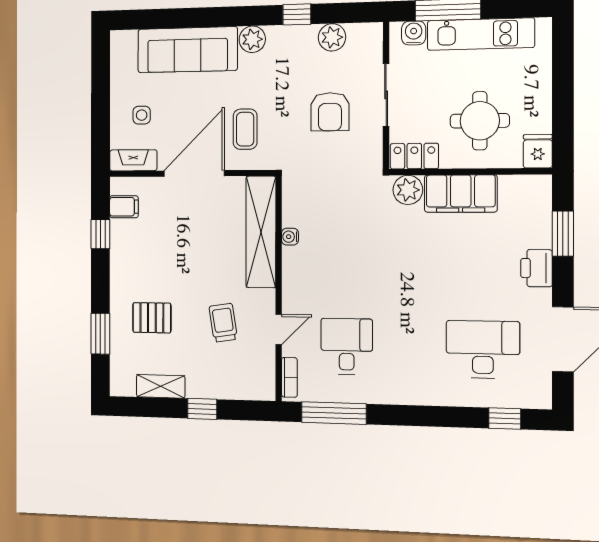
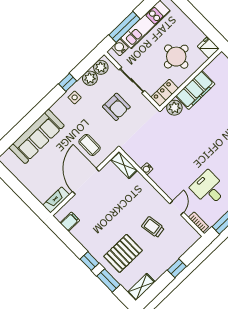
plant: (252, 39) -> (101, 67), moved
side table: (142, 115) -> (75, 97), moved
shelving: (261, 232) -> (124, 165), width x0.45, depth x0.75
window: (100, 234) -> (90, 261), moved
pallet: (152, 318) -> (123, 253), width x1.50, depth x1.42
shelving: (161, 386) -> (141, 287), moved

